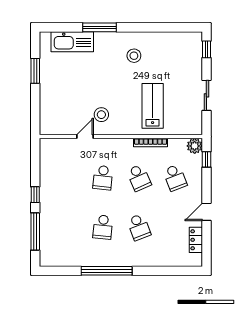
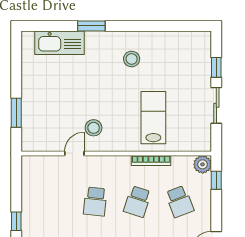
window: (100, 27) -> (91, 26), width x0.69
window: (206, 49) -> (216, 67), moved
window: (35, 71) -> (16, 113), moved
school desk: (139, 178) -> (137, 202), turned 42

